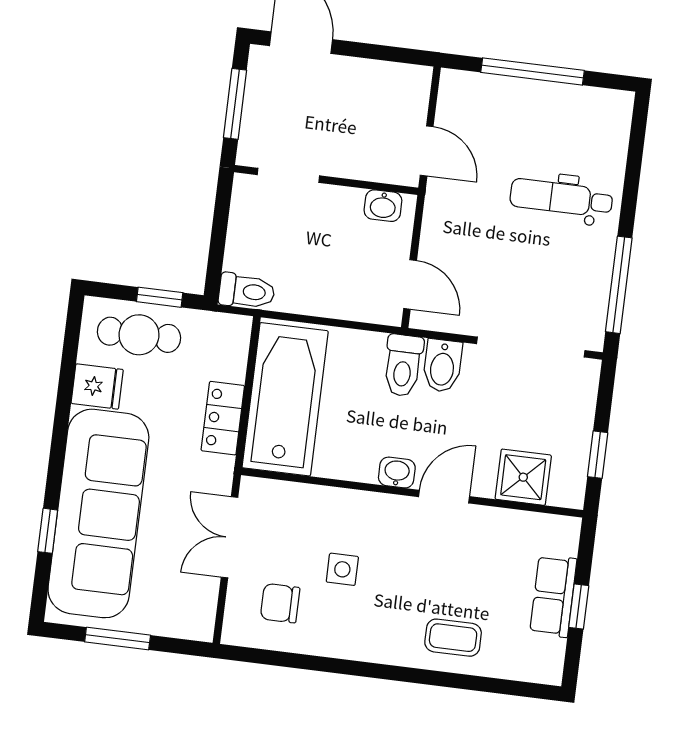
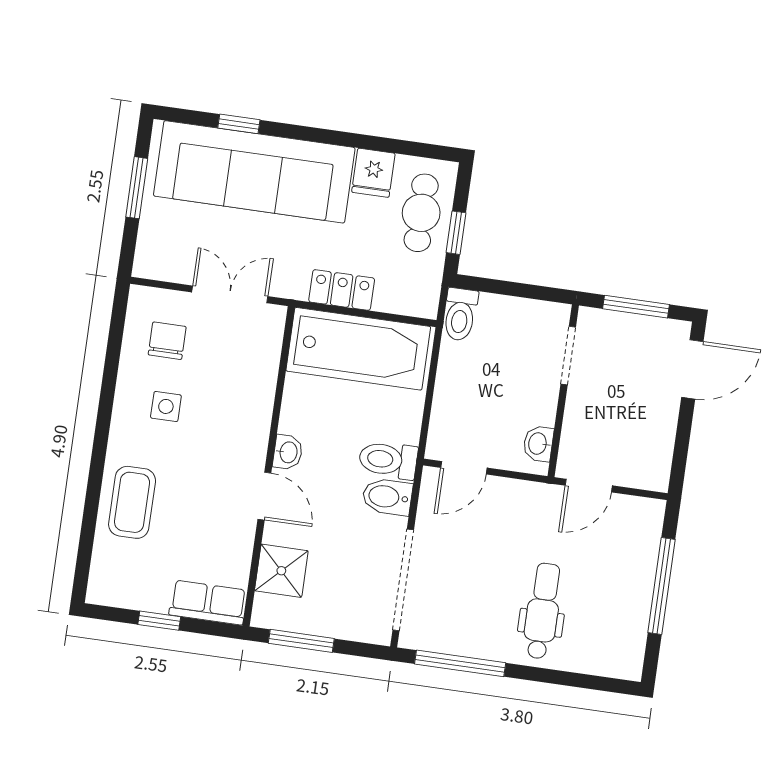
window: (598, 455) -> (301, 641), width x1.50
side table: (342, 569) -> (166, 406), moved
row of seats: (553, 596) -> (208, 602), moved
coffee table: (453, 638) -> (132, 502), width x1.36, depth x1.30

